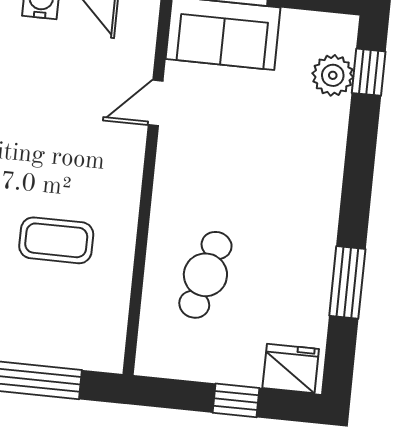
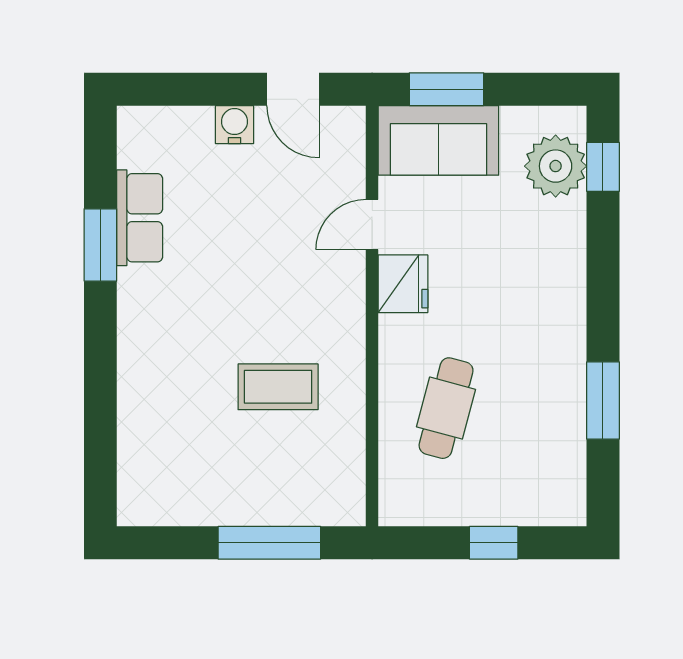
plant: (333, 75) -> (556, 166), width x1.36, depth x1.36
fridge: (291, 369) -> (403, 284), moved, turned 90

